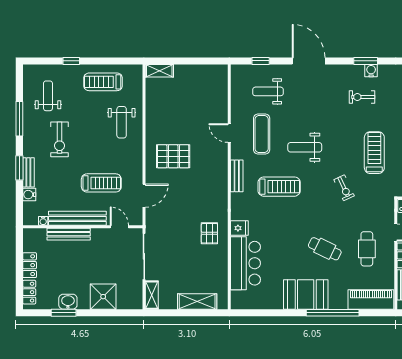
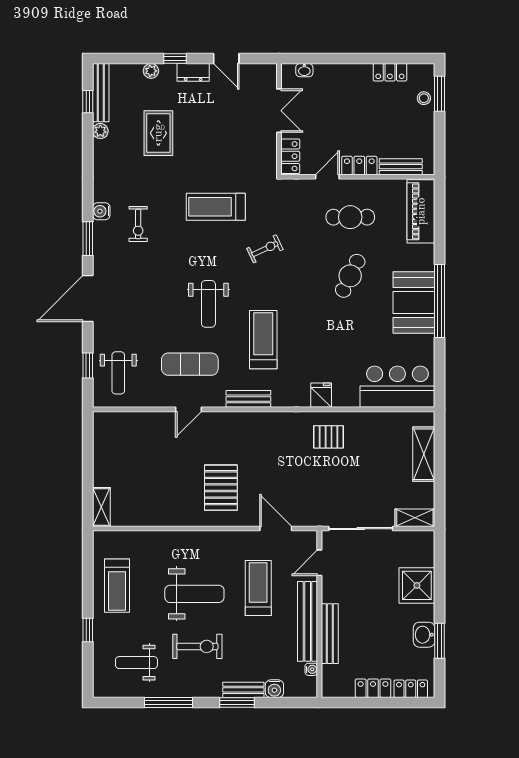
window: (366, 61) -> (88, 239), moved
weight bench: (268, 91) -> (118, 373), moved
weight bench: (122, 122) -> (194, 594), moved, width x1.36, depth x1.33
bar counter: (245, 263) -> (397, 387), moved
window: (333, 313) -> (440, 301), moved

